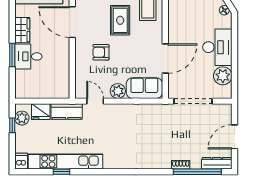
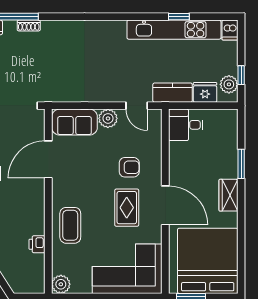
rug: (120, 20) -> (127, 208), moved
desk: (28, 56) -> (186, 125), moved, turned 180

